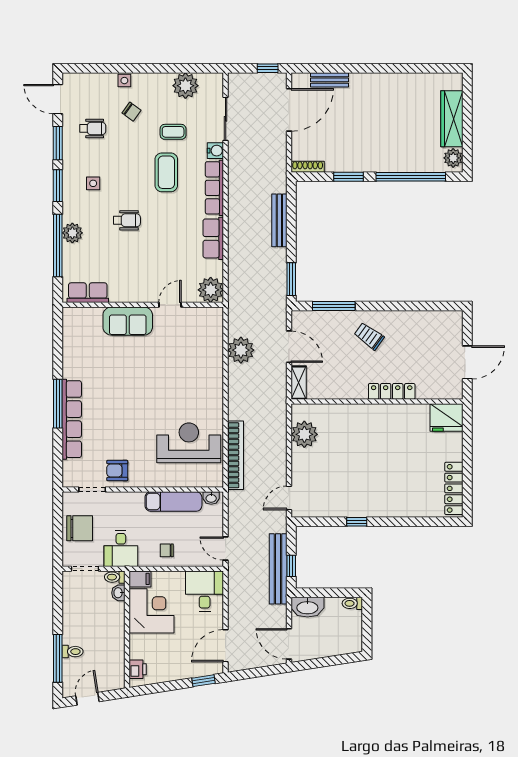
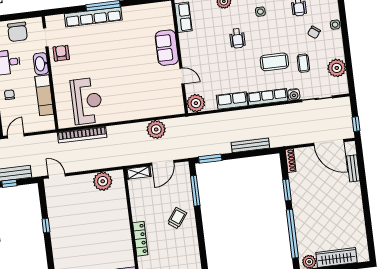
washbasin: (211, 498) -> (41, 64), moved, width x1.91, depth x1.45

